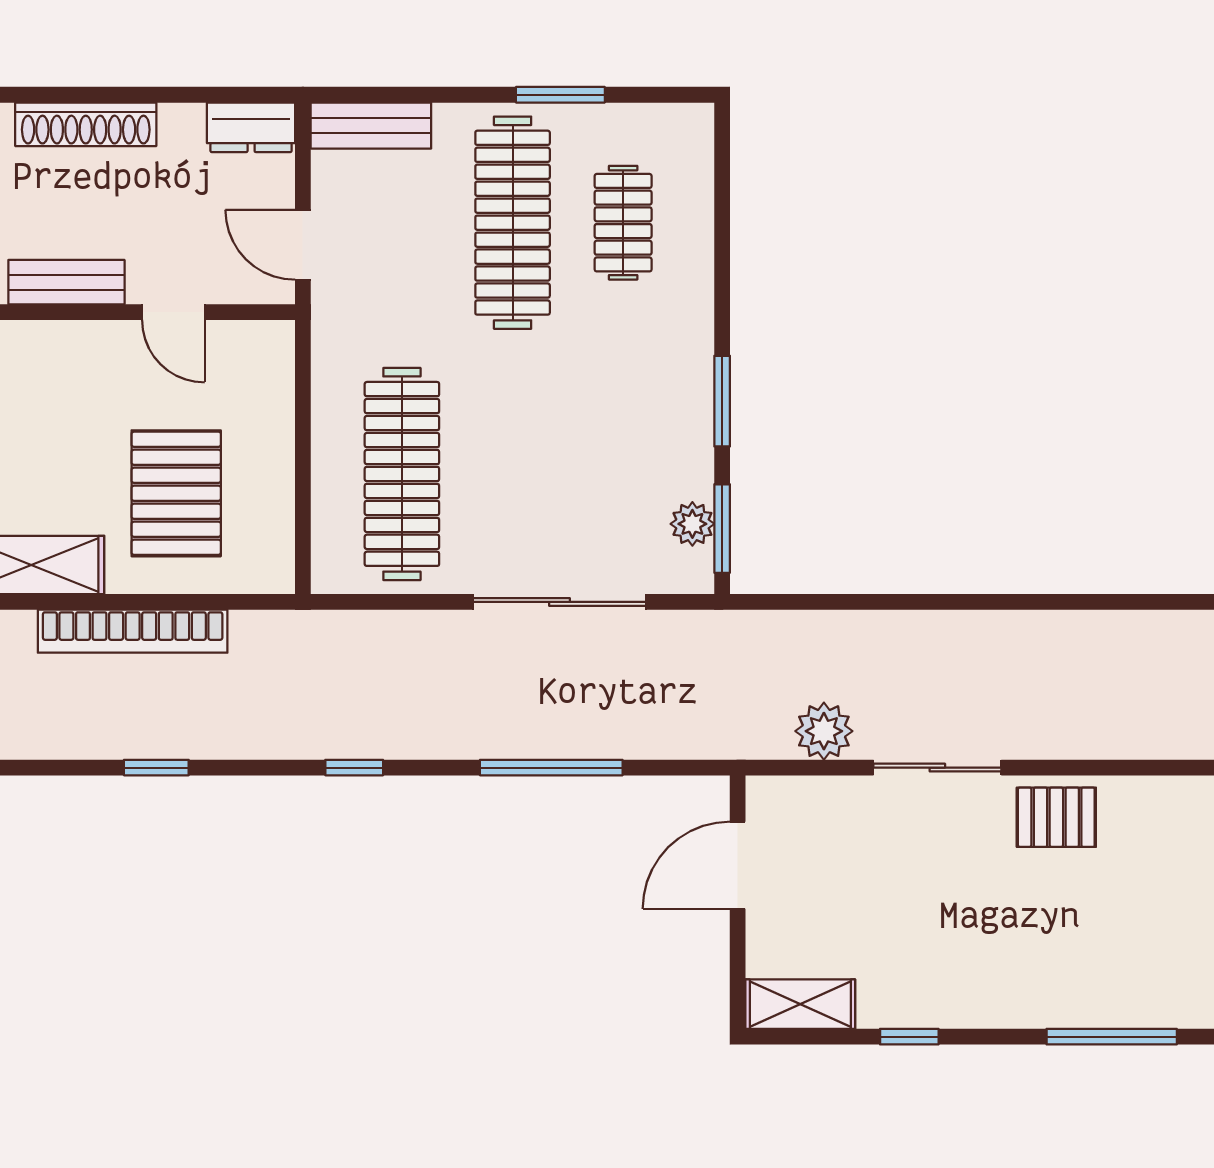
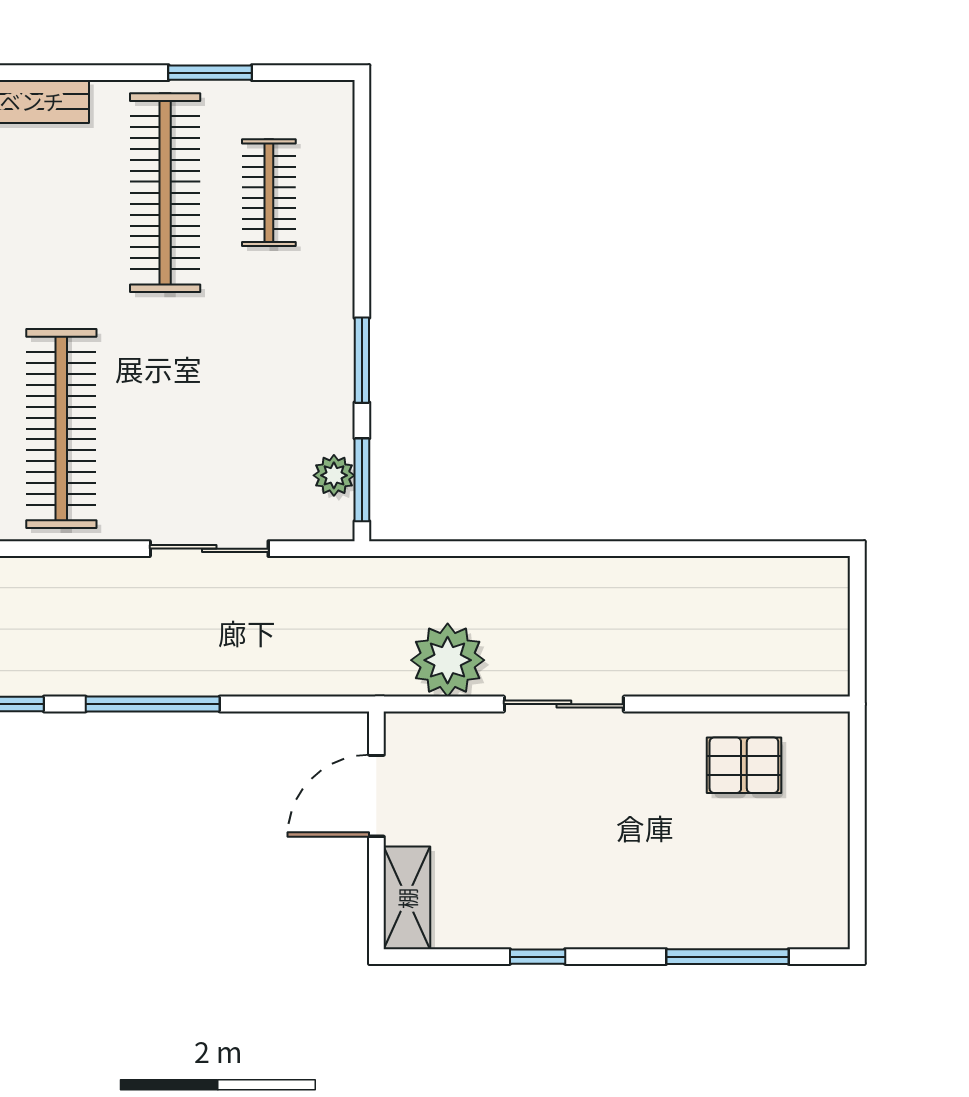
sliding door: (559, 602) -> (209, 549), width x0.73
plant: (824, 731) -> (448, 660), width x1.36, depth x1.36
window: (551, 768) -> (153, 704), moved
pallet: (1056, 817) -> (744, 765), moved
shelving: (800, 1004) -> (407, 898), moved, turned 90

